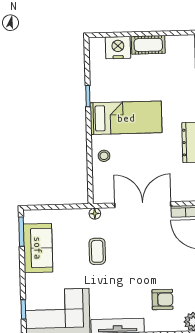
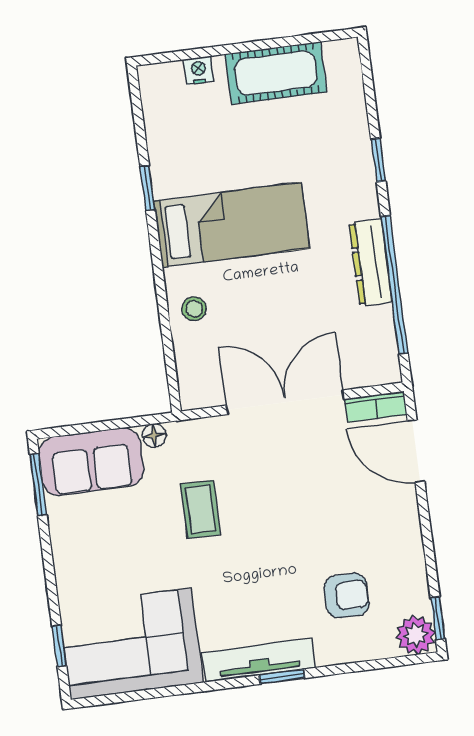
cot: (148, 45) -> (276, 73), width x1.37, depth x1.34
nightstand: (118, 48) -> (198, 70), width x0.53, depth x0.56
floor lamp: (95, 214) -> (154, 436), moved
sofa: (38, 248) -> (91, 462), moved, turned 90

